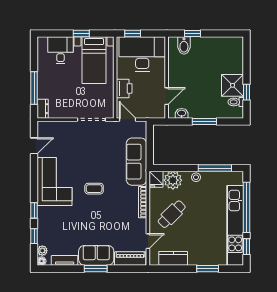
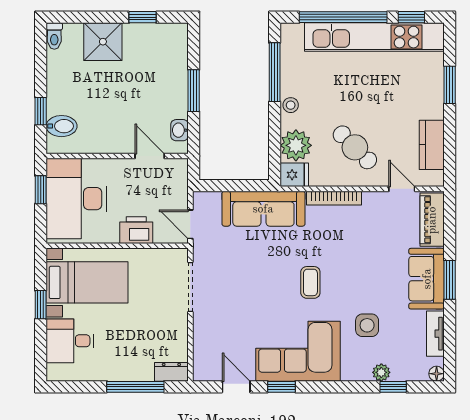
window: (133, 33) -> (41, 190), moved
shower: (233, 85) -> (103, 42), moved
toilet: (236, 102) -> (54, 36), moved
door: (127, 120) -> (190, 224), hinge flipped
window: (34, 210) -> (282, 387), moved
side table: (69, 221) -> (367, 325), added
plant: (42, 251) -> (381, 372), moved

